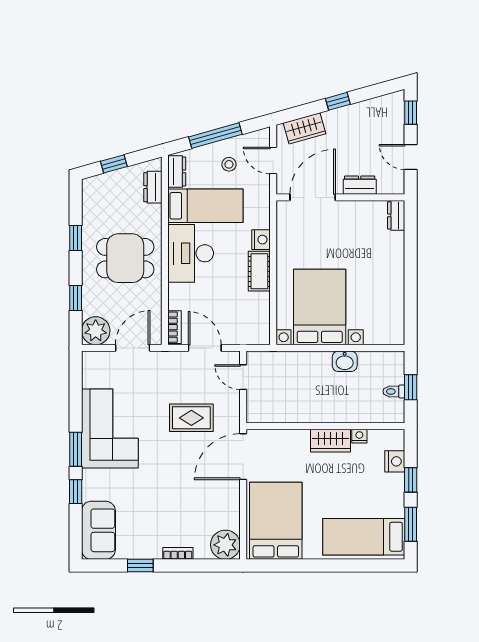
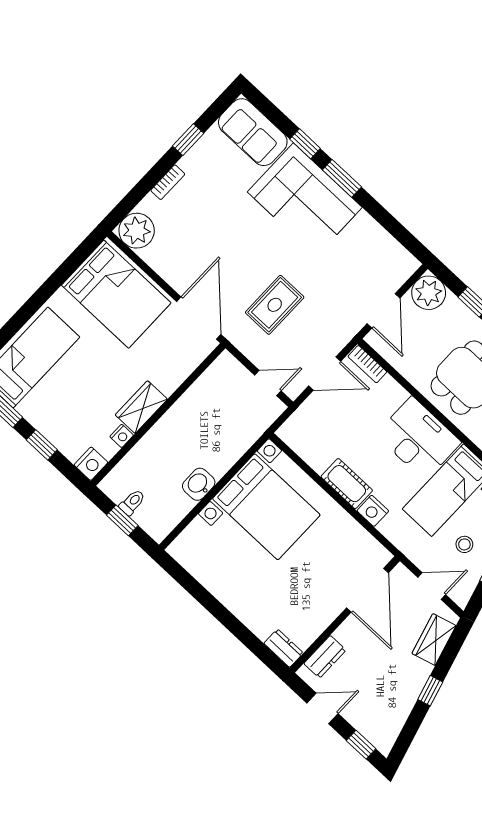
dresser: (360, 185) -> (325, 657), moved
corner sofa: (110, 429) -> (305, 200), moved
nightstand: (395, 461) -> (91, 464), moved, turned -90

